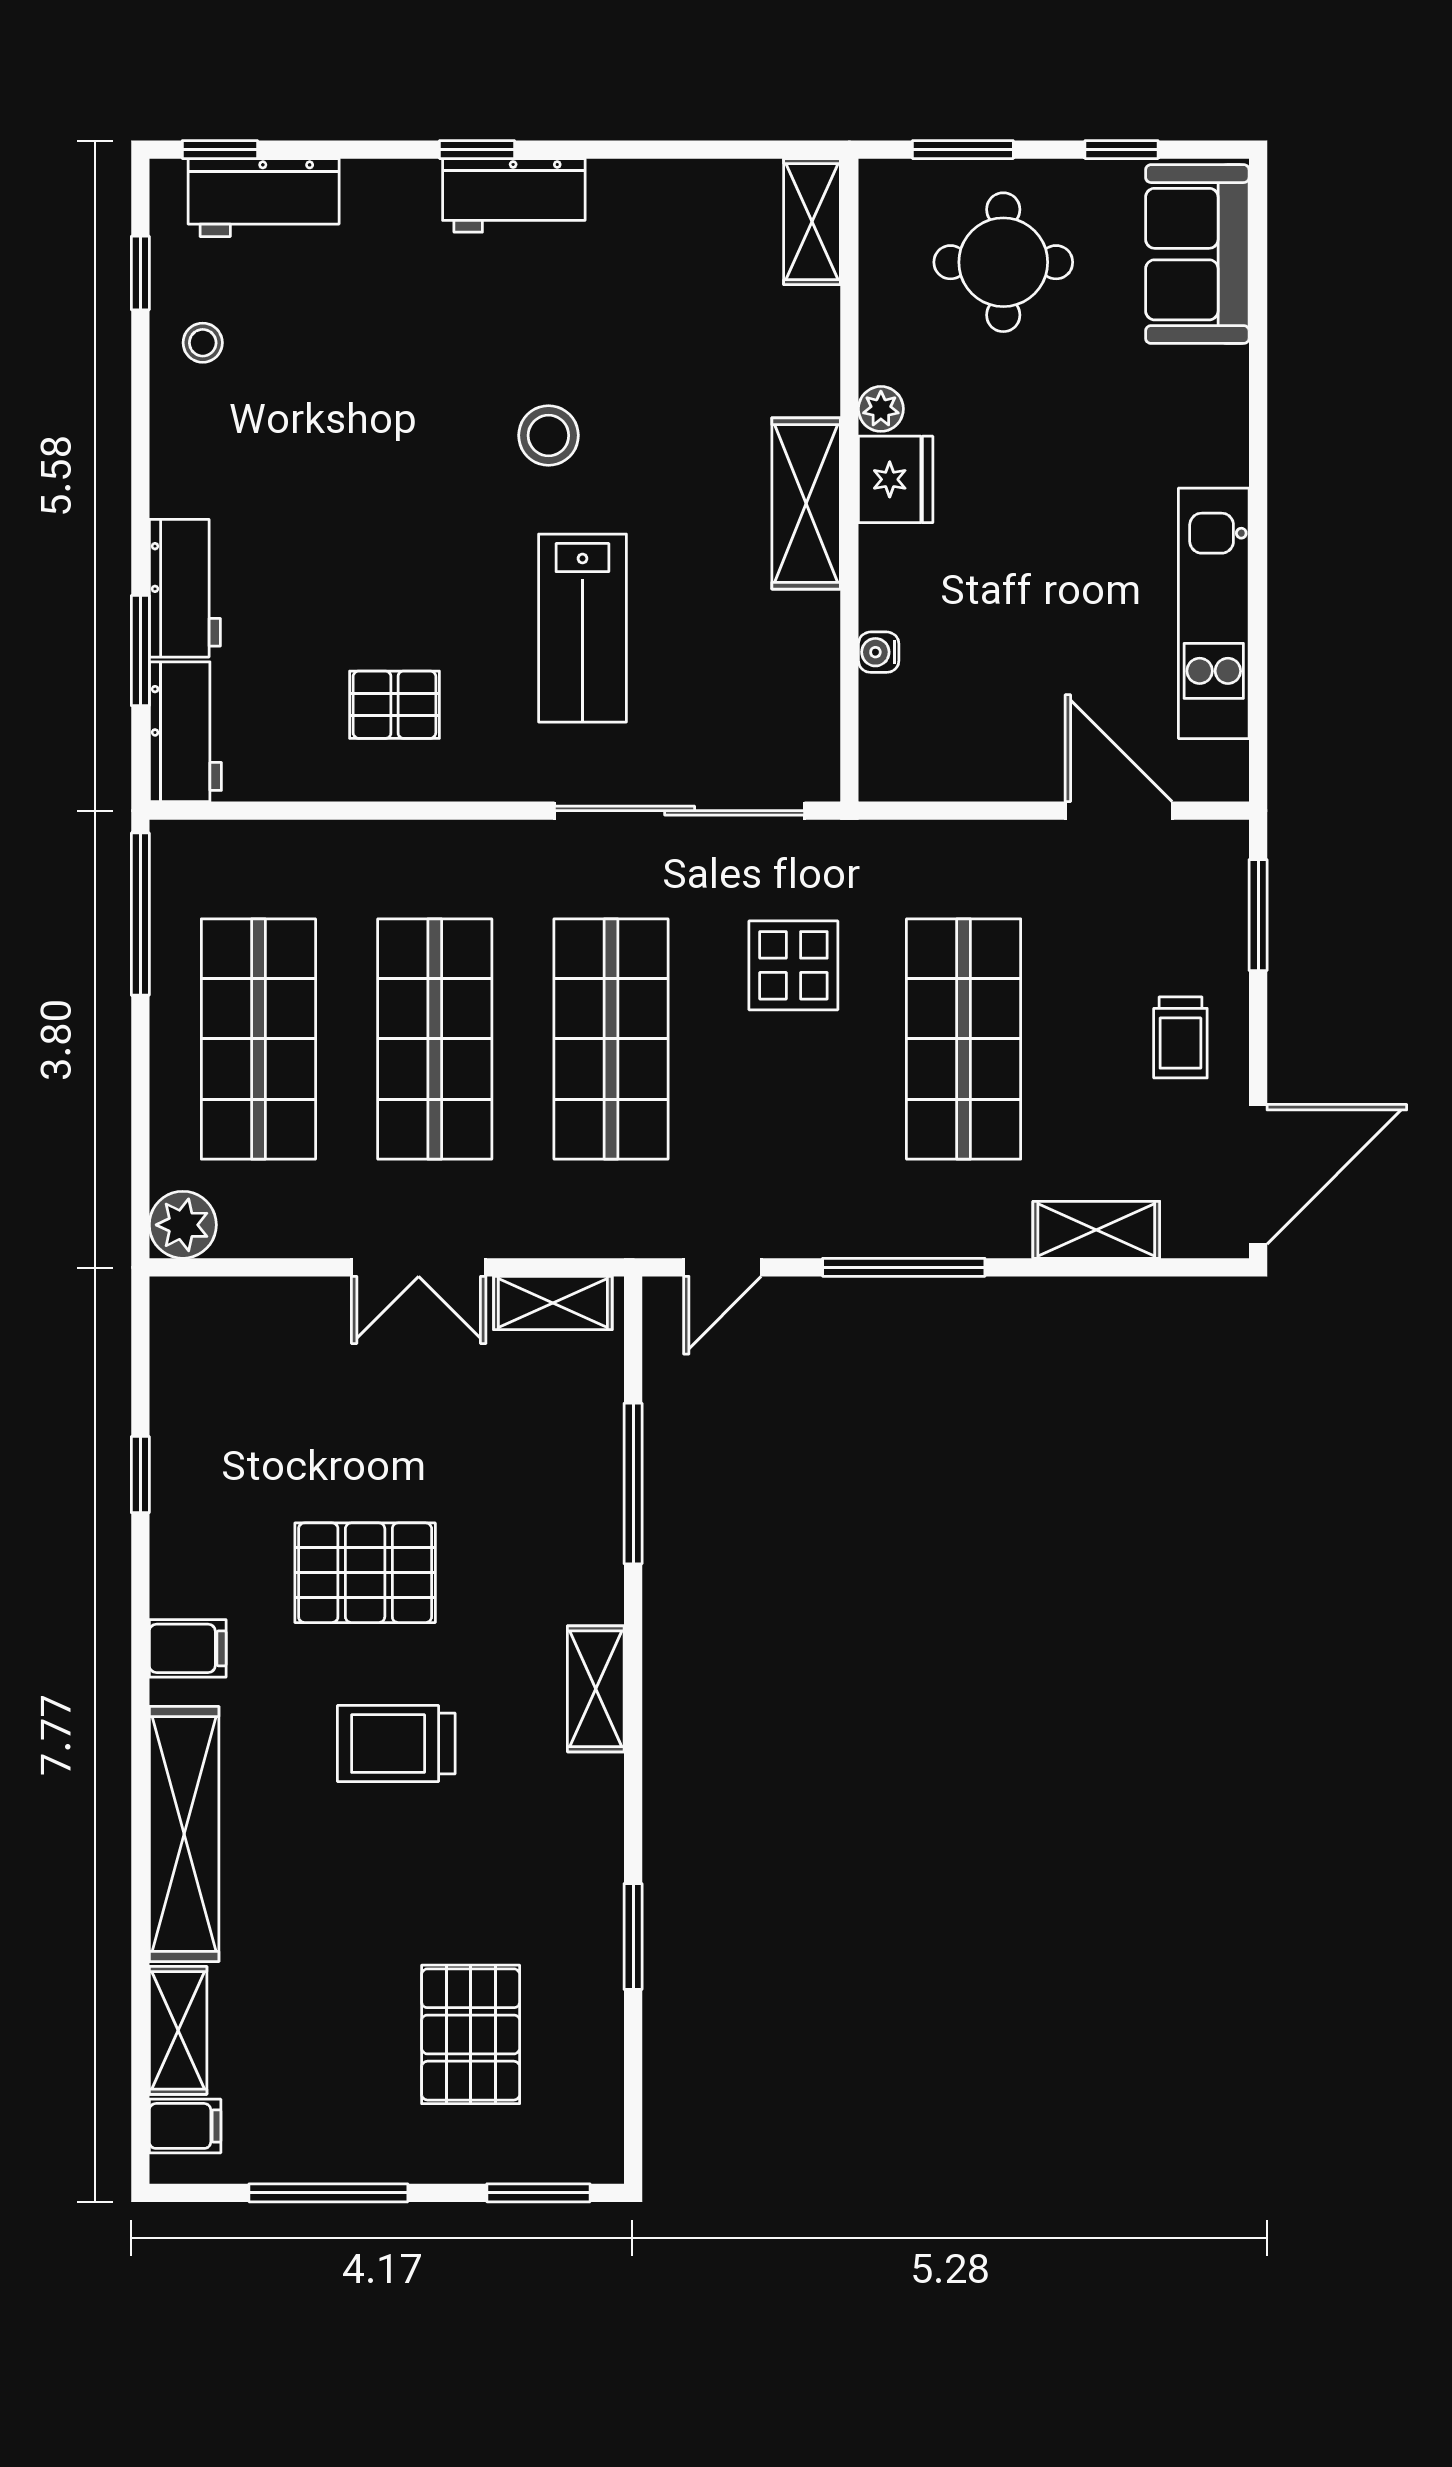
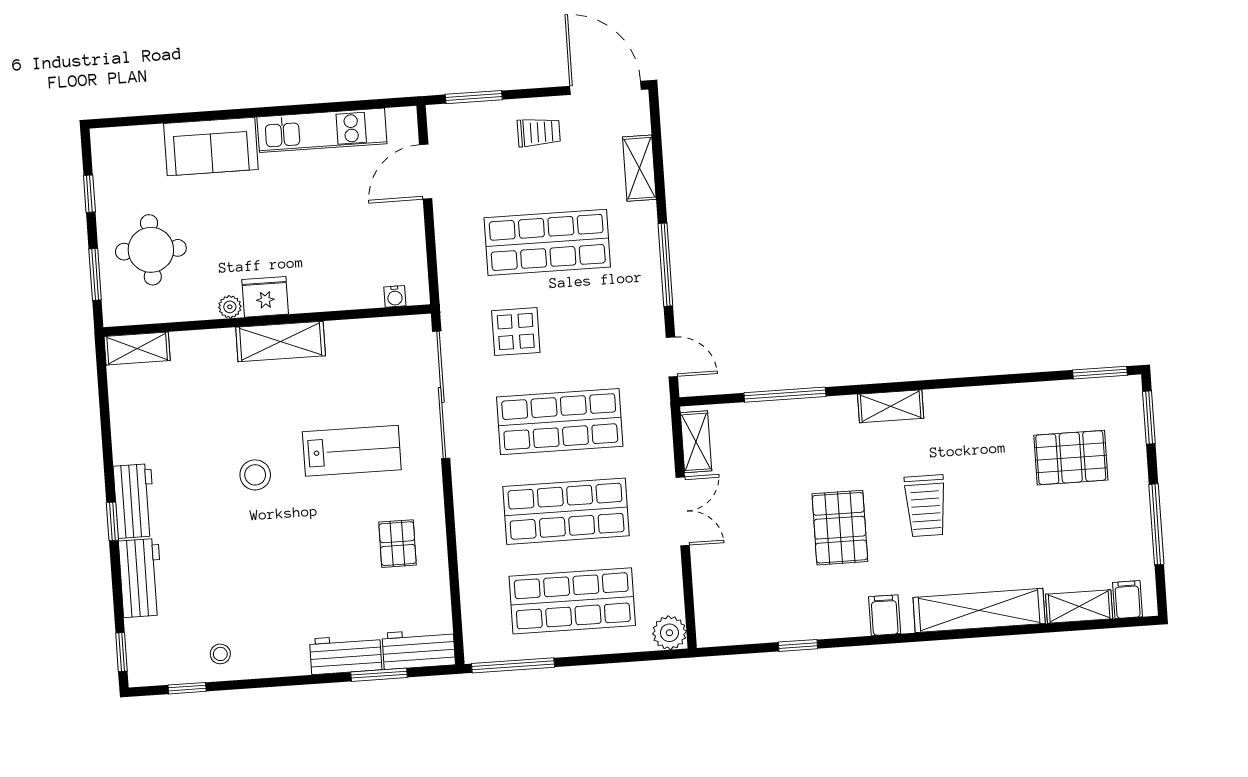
workbench: (264, 198) -> (141, 578), moved
sofa: (1197, 254) -> (211, 146), moved
water cooler: (879, 652) -> (395, 296), moved
window: (633, 1937) -> (1100, 373), moved

